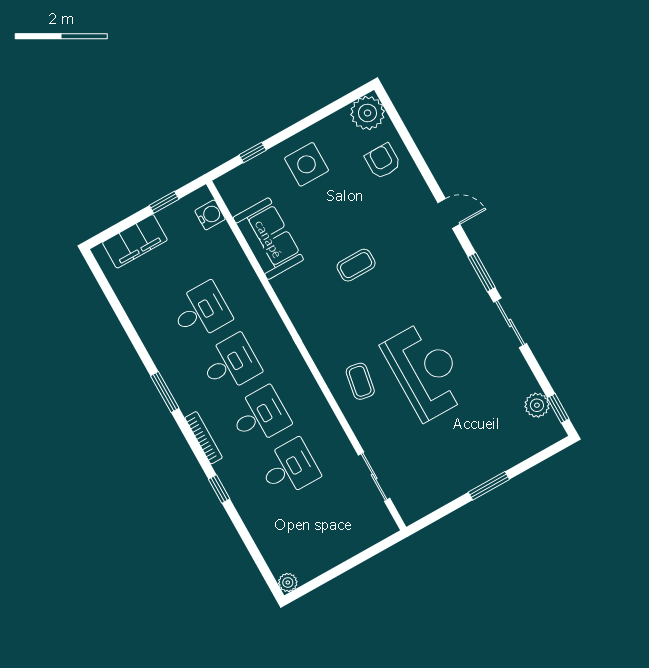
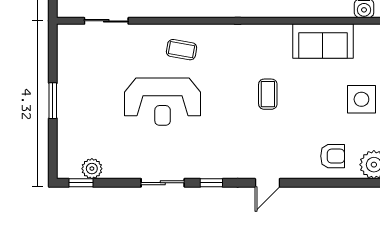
window: (482, 272) -> (211, 183), width x0.67

